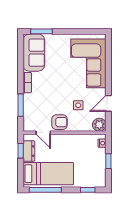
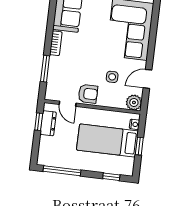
bed: (48, 174) -> (107, 140), moved, turned 180

